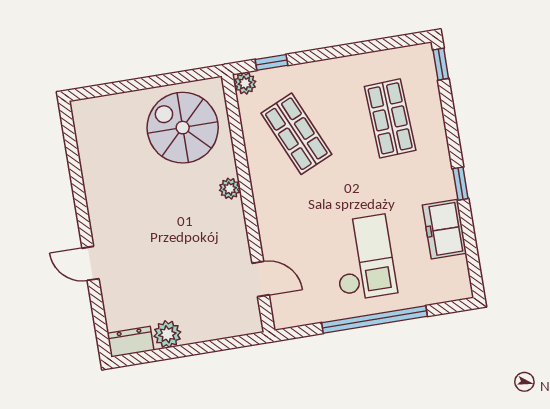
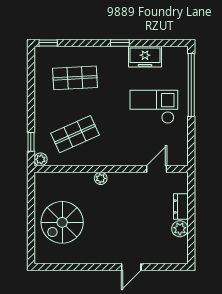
spiral stairs: (183, 128) -> (62, 222), moved
window: (374, 320) -> (191, 85), moved
dresser: (131, 342) -> (181, 207), moved

